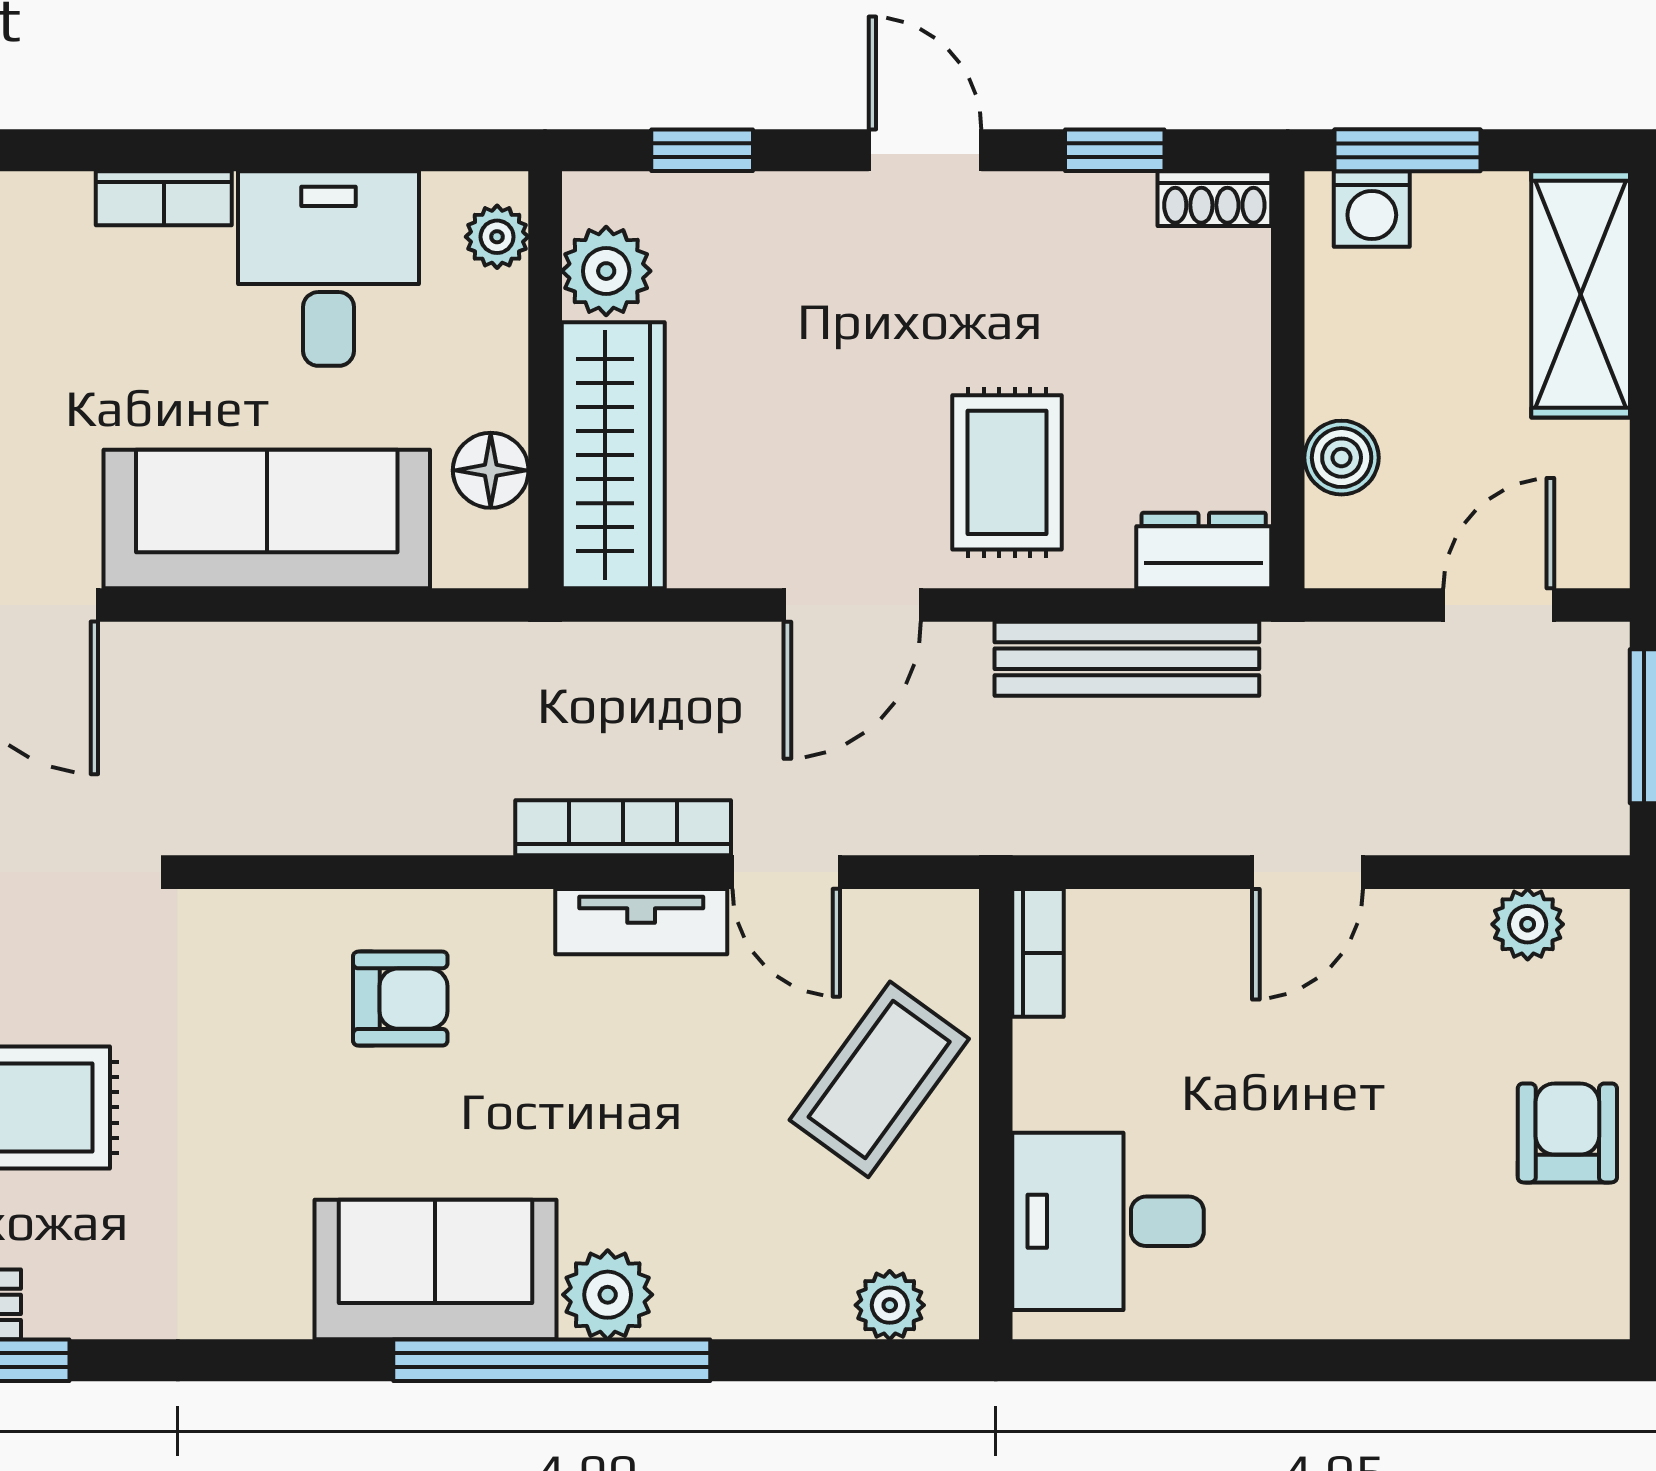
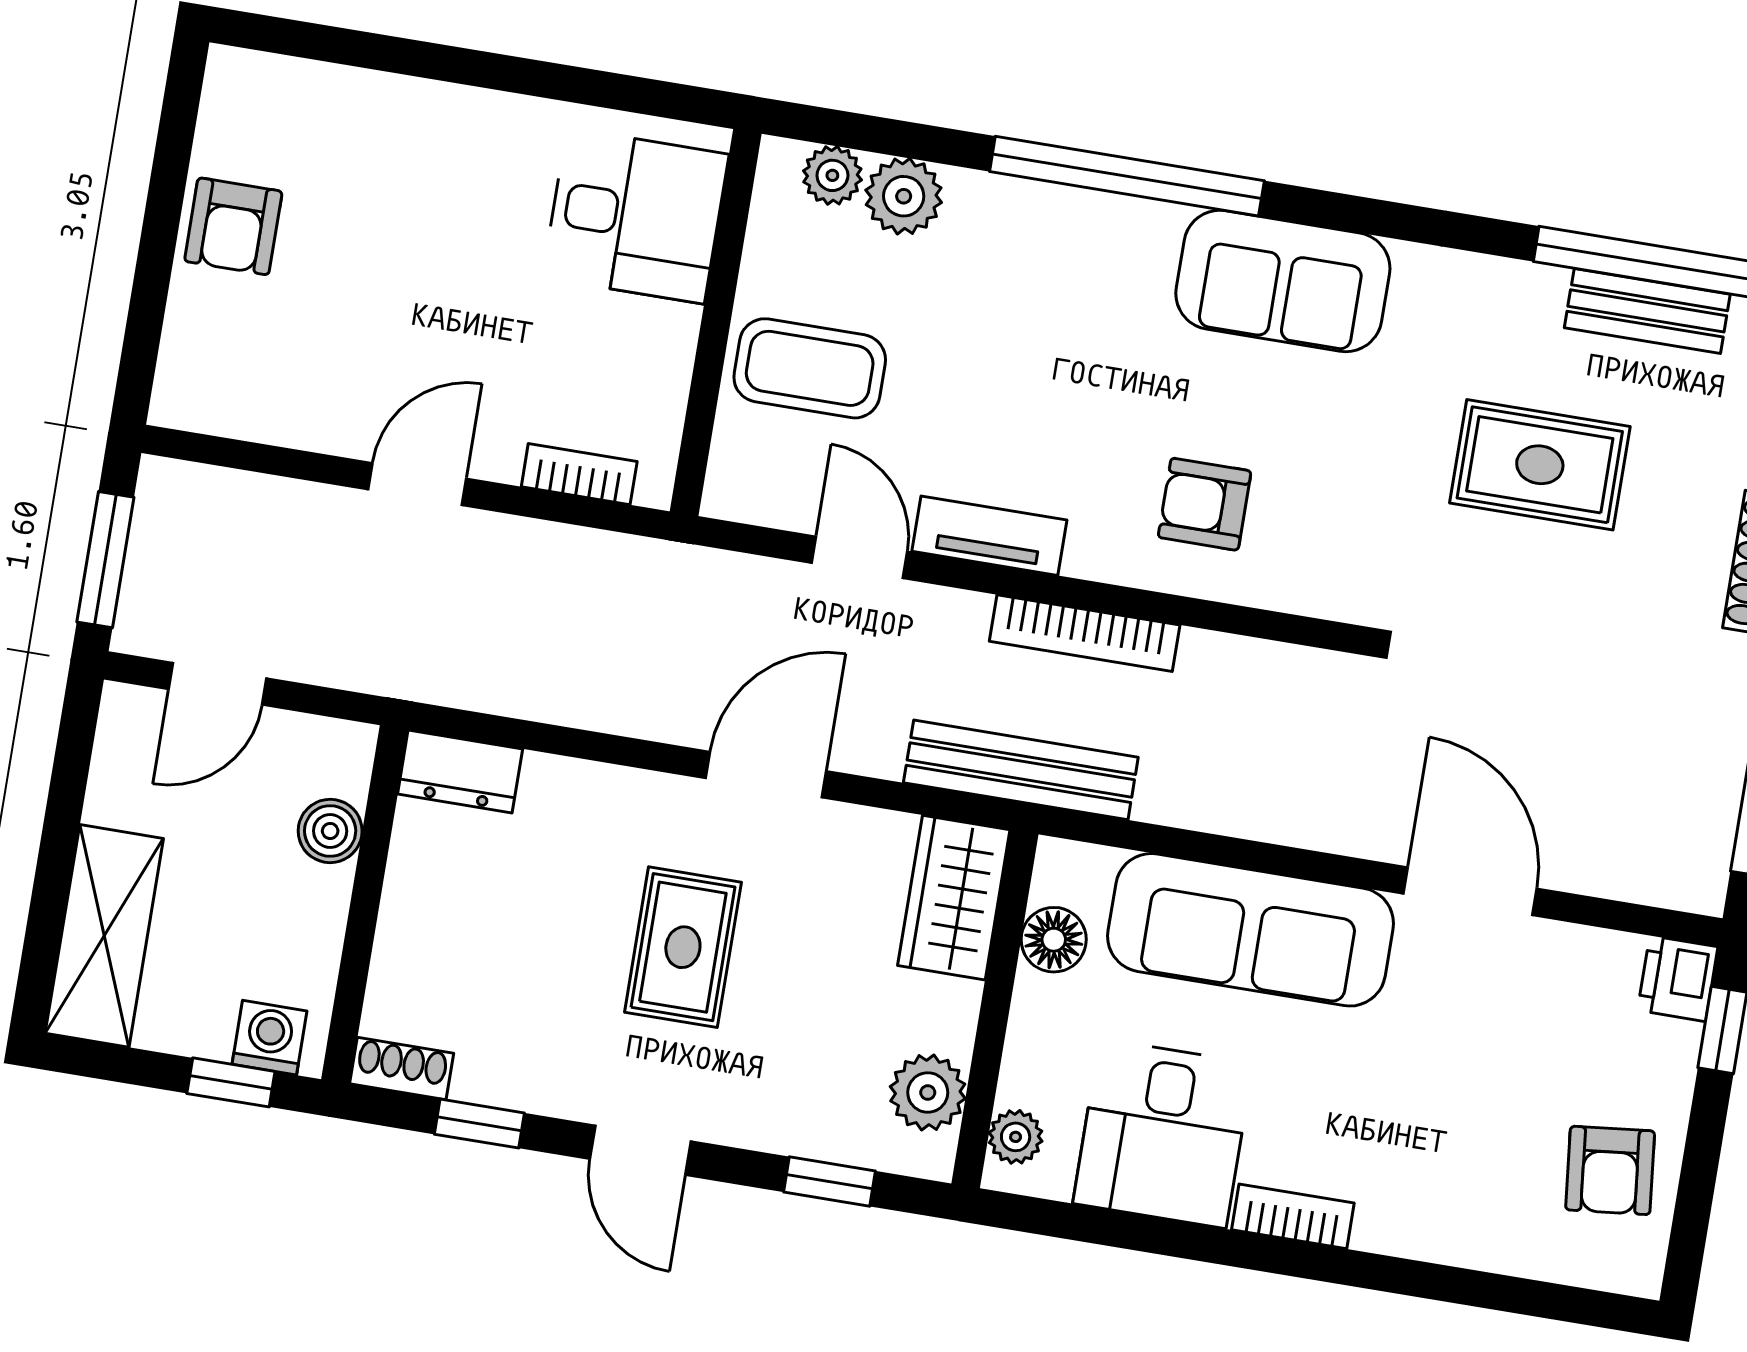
window: (1408, 150) -> (231, 1082), width x0.67
wardrobe: (613, 455) -> (954, 898), width x0.67
rug: (1007, 472) -> (683, 947), moved
bench: (1127, 659) -> (1021, 770), moved
bookcase: (623, 828) -> (1085, 633), moved
plant: (1528, 924) -> (238, 409), removed
bookcase: (1038, 953) -> (579, 474), moved, turned 90
coffee table: (879, 1079) -> (810, 368), turned 54
sofa: (435, 1270) -> (1283, 281), moved
plant: (608, 1295) -> (904, 196), moved

